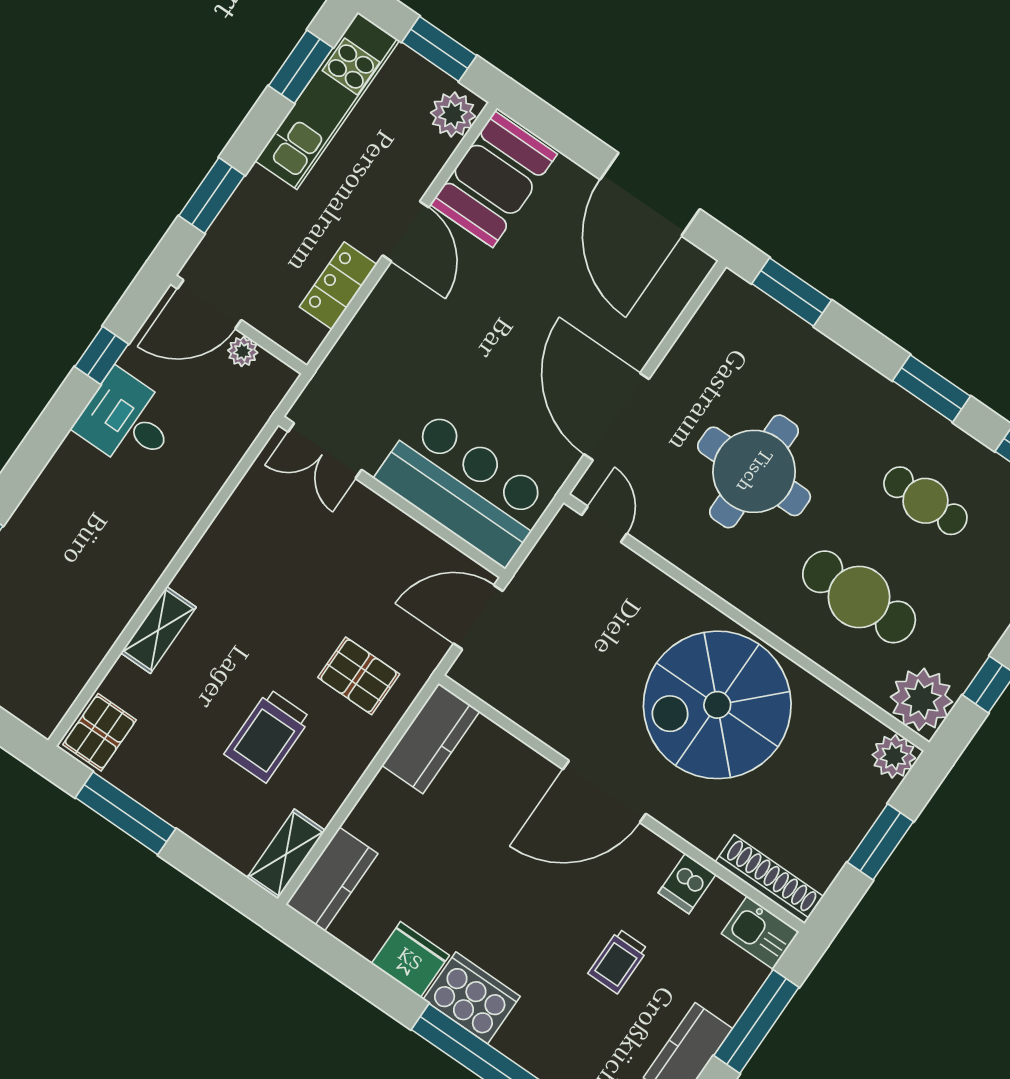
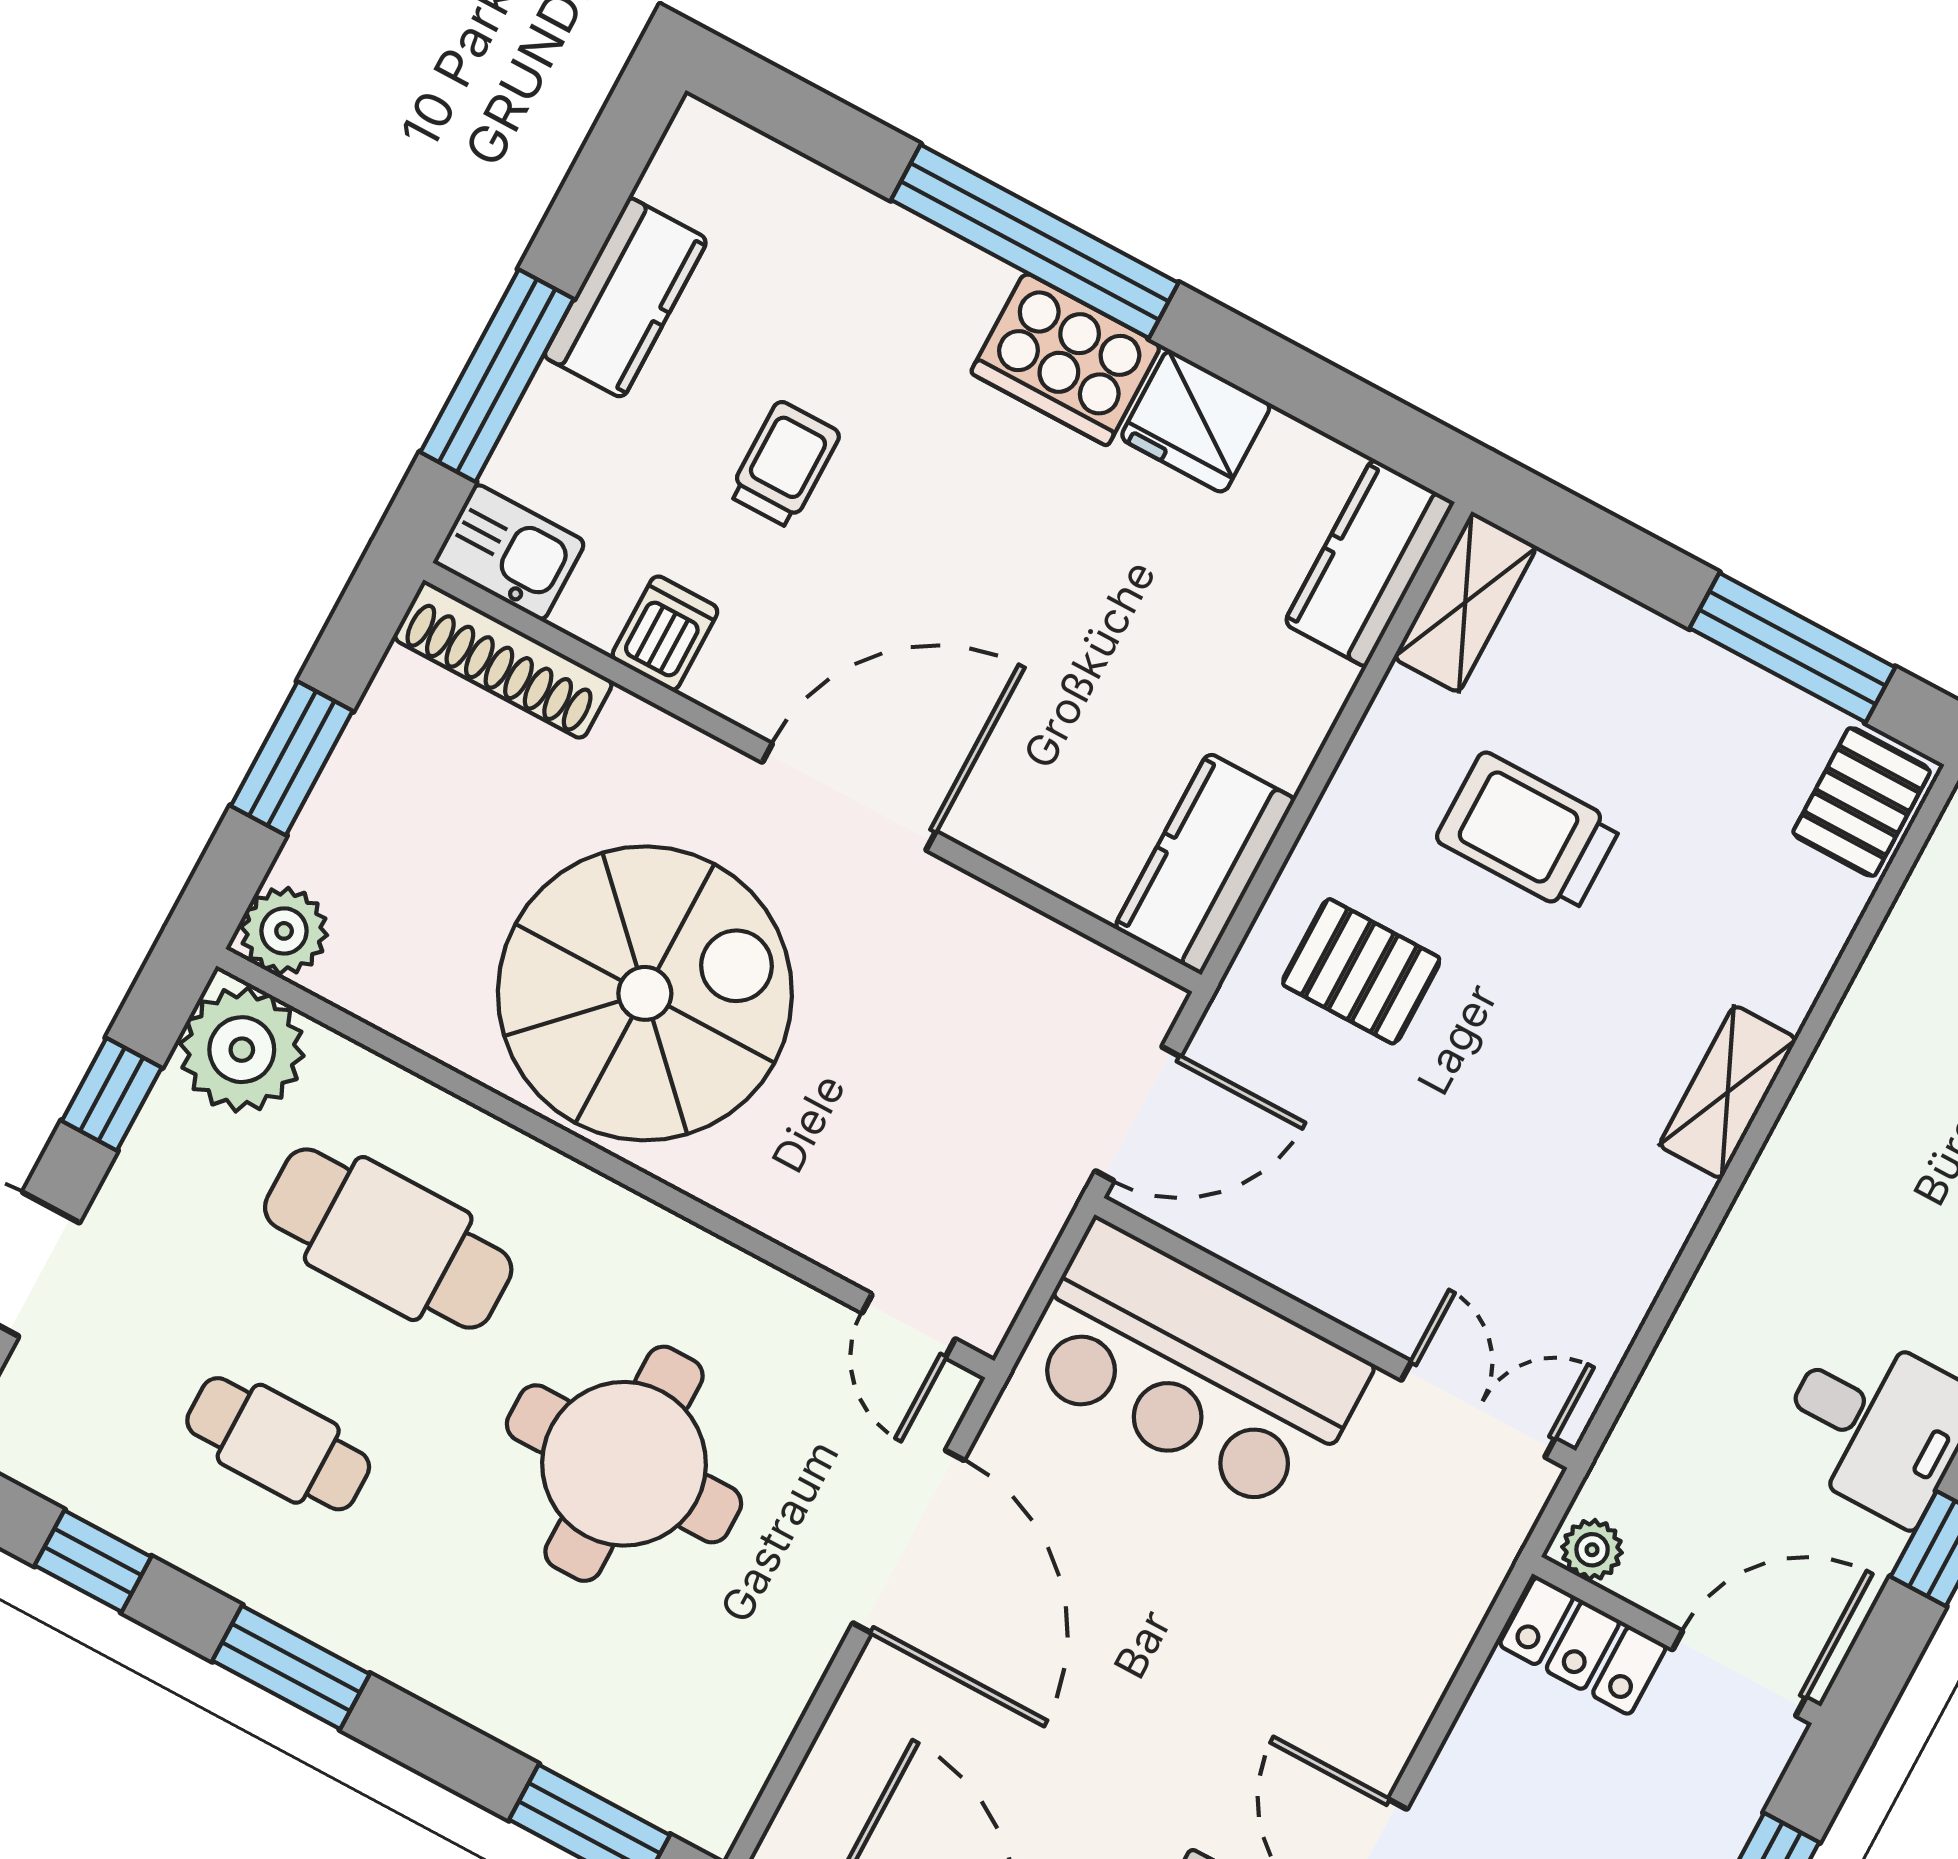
locker: (338, 286) -> (1583, 1646), moved, turned 90
plant: (243, 351) -> (1592, 1550), moved
shelving: (158, 630) -> (1728, 1092), moved
trolley: (267, 736) -> (1528, 832), turned -90

